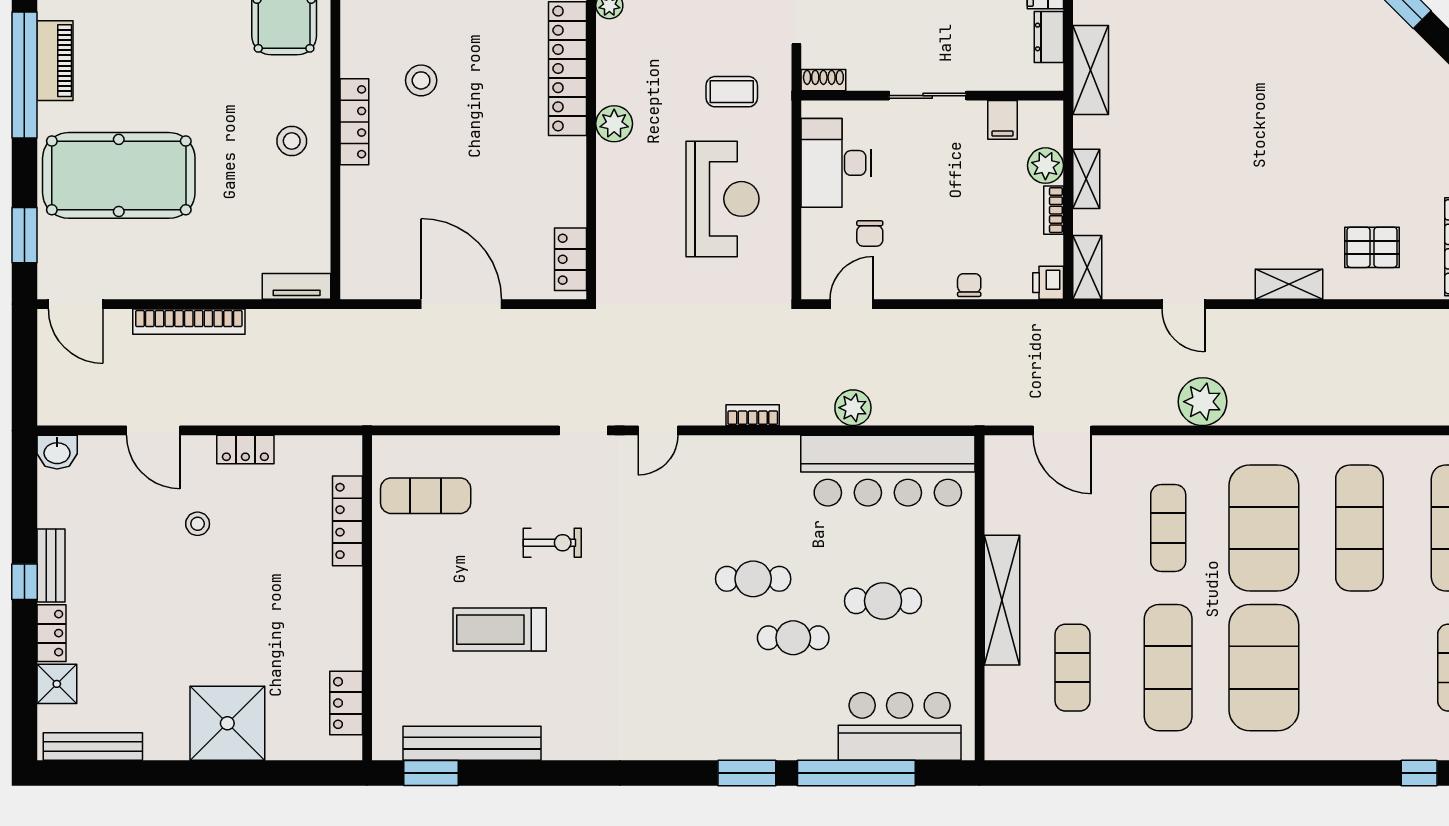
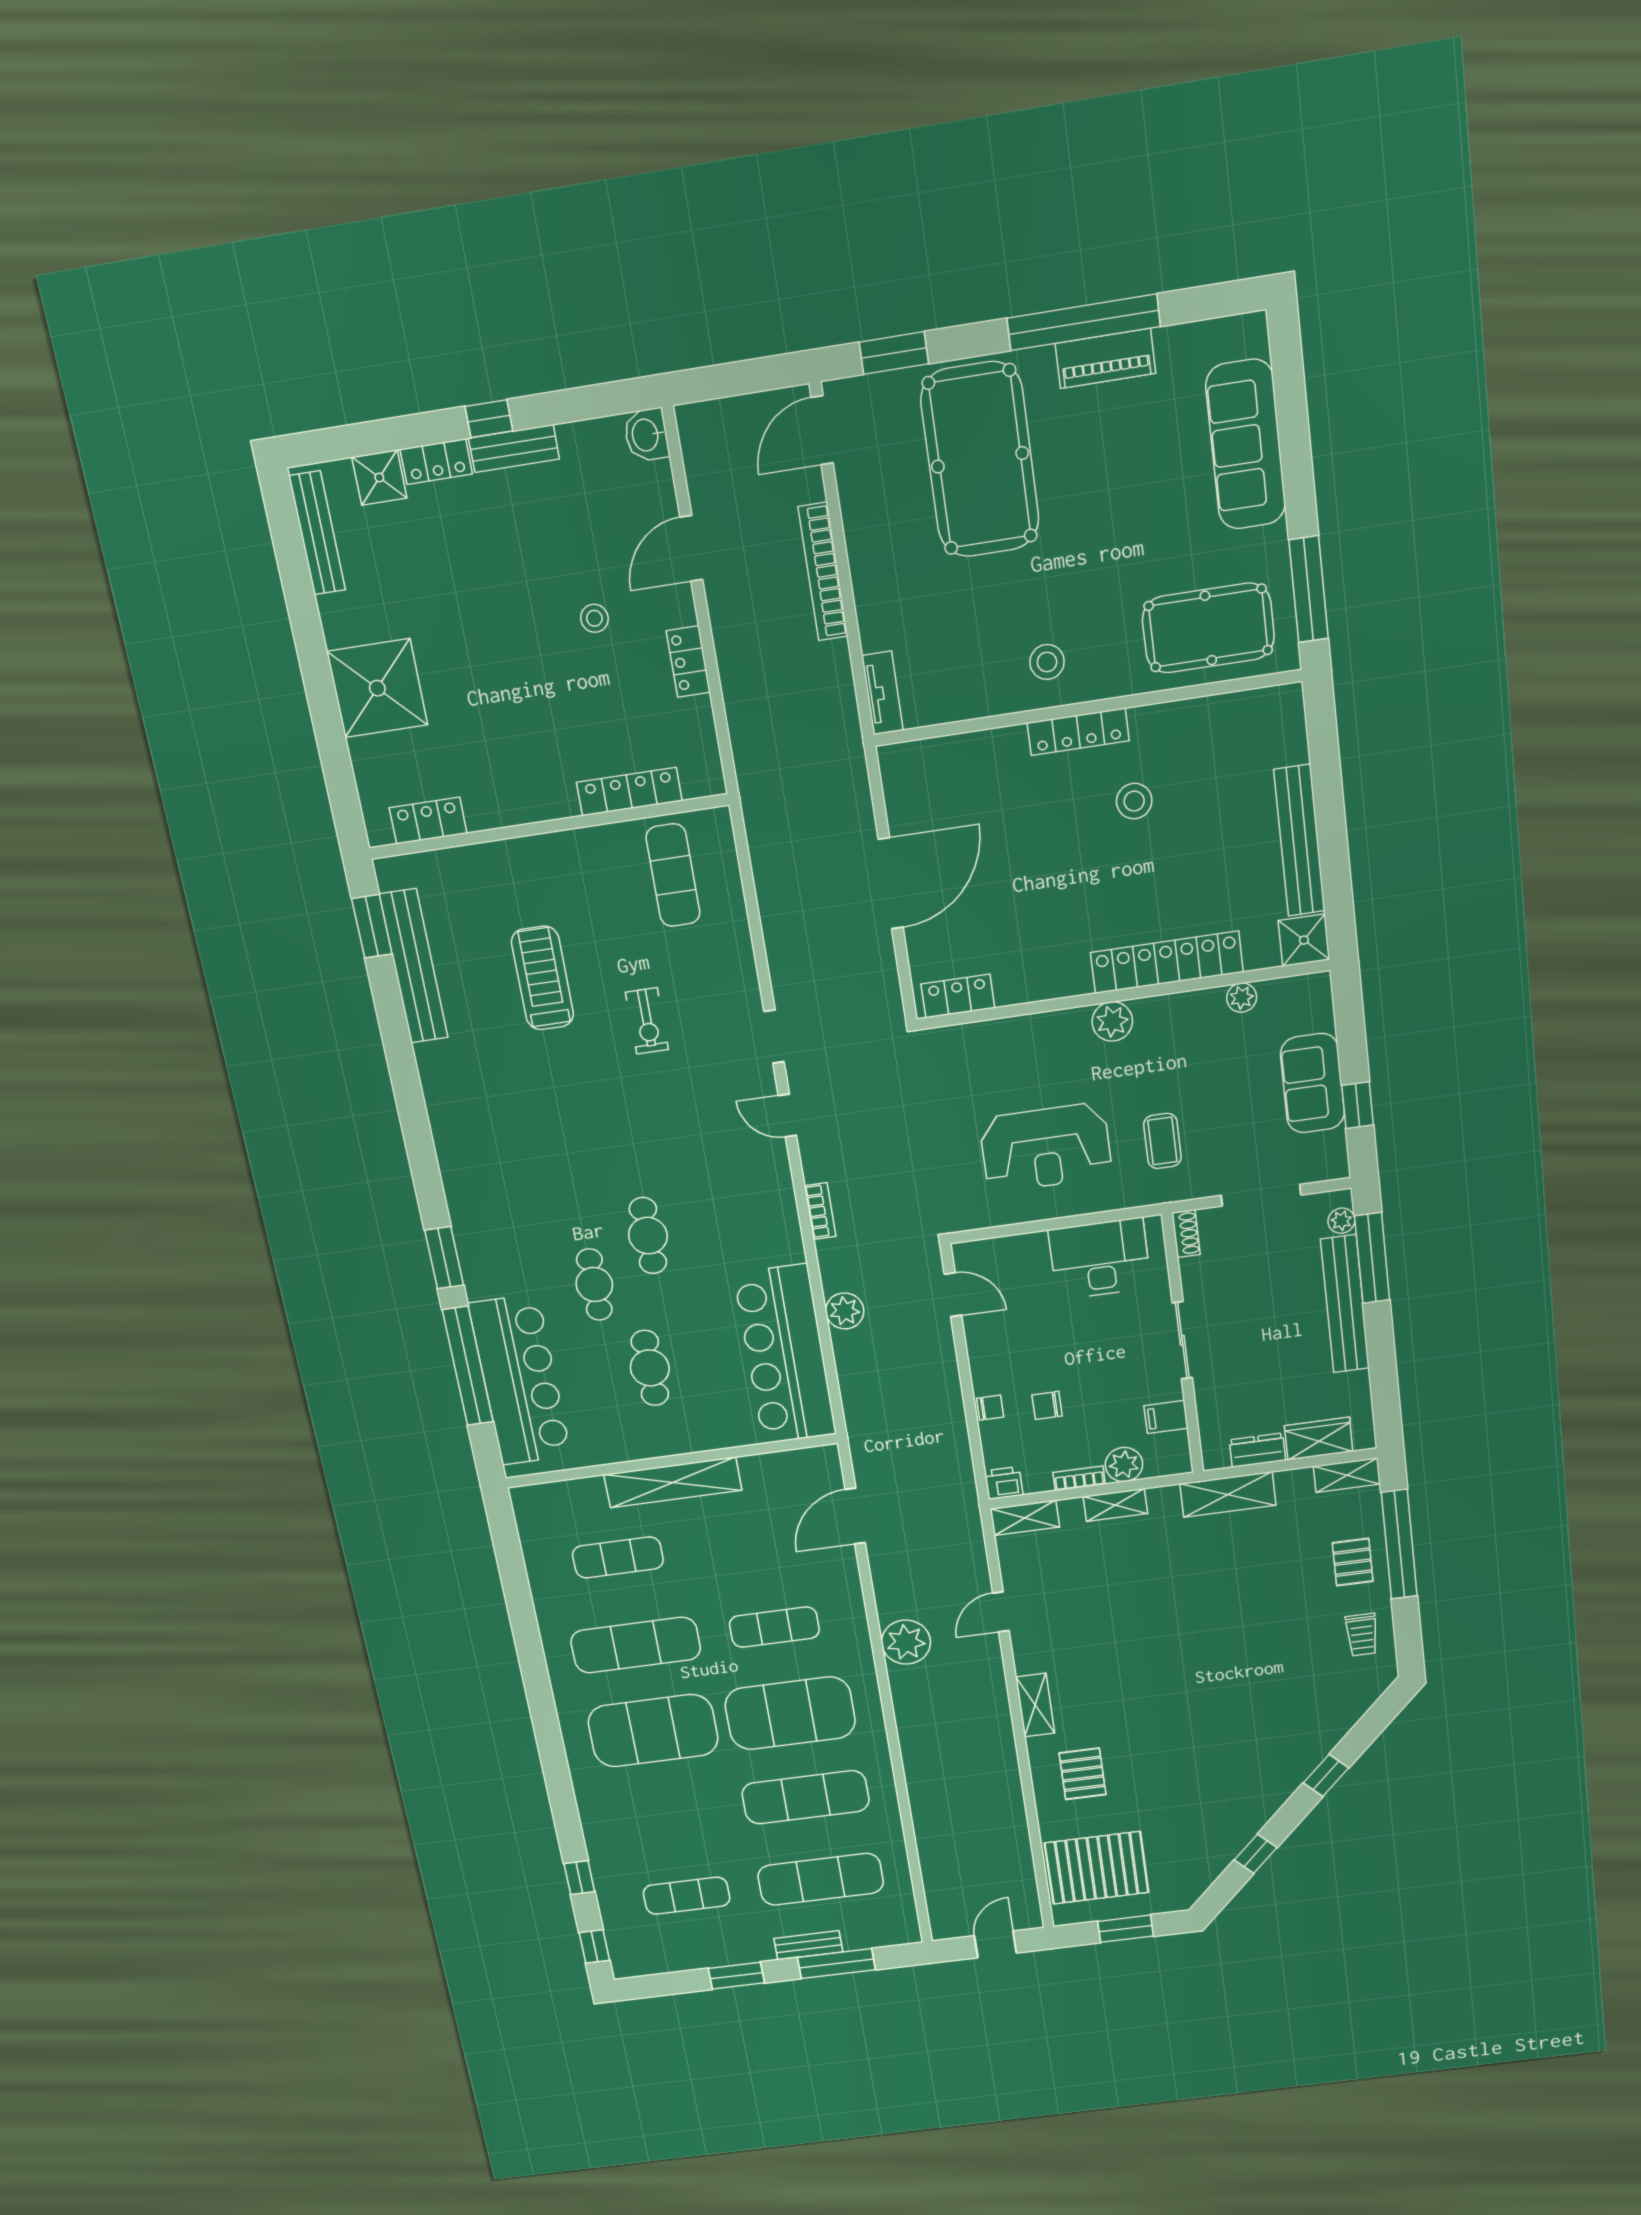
chair: (870, 233) -> (1047, 1405), moved
bar counter: (900, 726) -> (520, 1380), width x1.36

